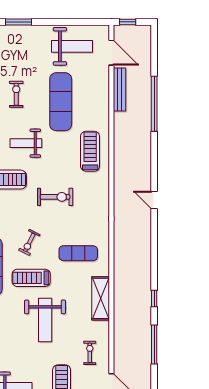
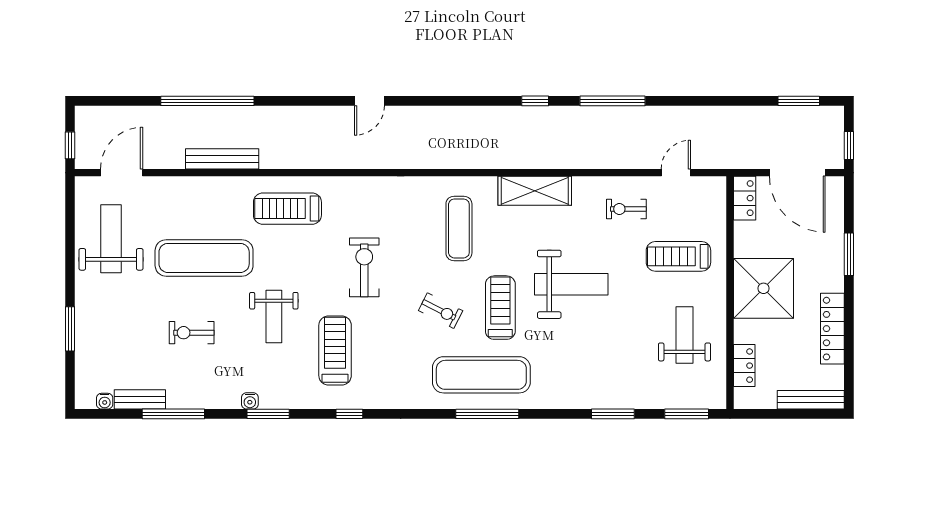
bench: (120, 89) -> (222, 159), moved
treadmill: (31, 278) -> (500, 308), turned 180

